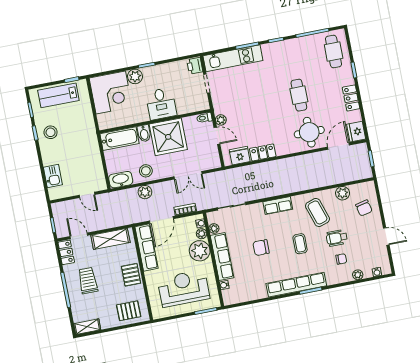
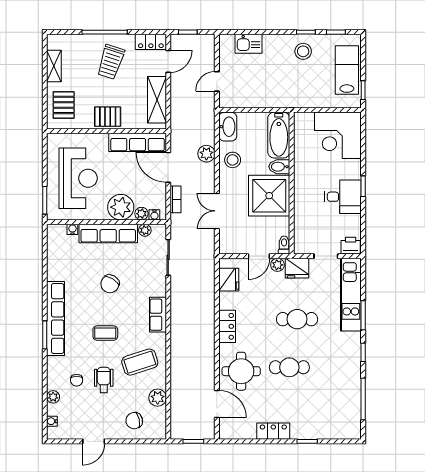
cafe table: (334, 51) -> (297, 319), moved
plant: (135, 76) -> (352, 169), removed
desk: (161, 104) -> (343, 197), moved, turned 180
fridge: (356, 132) -> (297, 268), moved, turned 180
locker: (263, 152) -> (227, 326), moved
chair: (261, 248) -> (110, 284), turned -149
trolley: (88, 281) -> (111, 62), turned 108
shelving: (87, 327) -> (54, 66), moved

